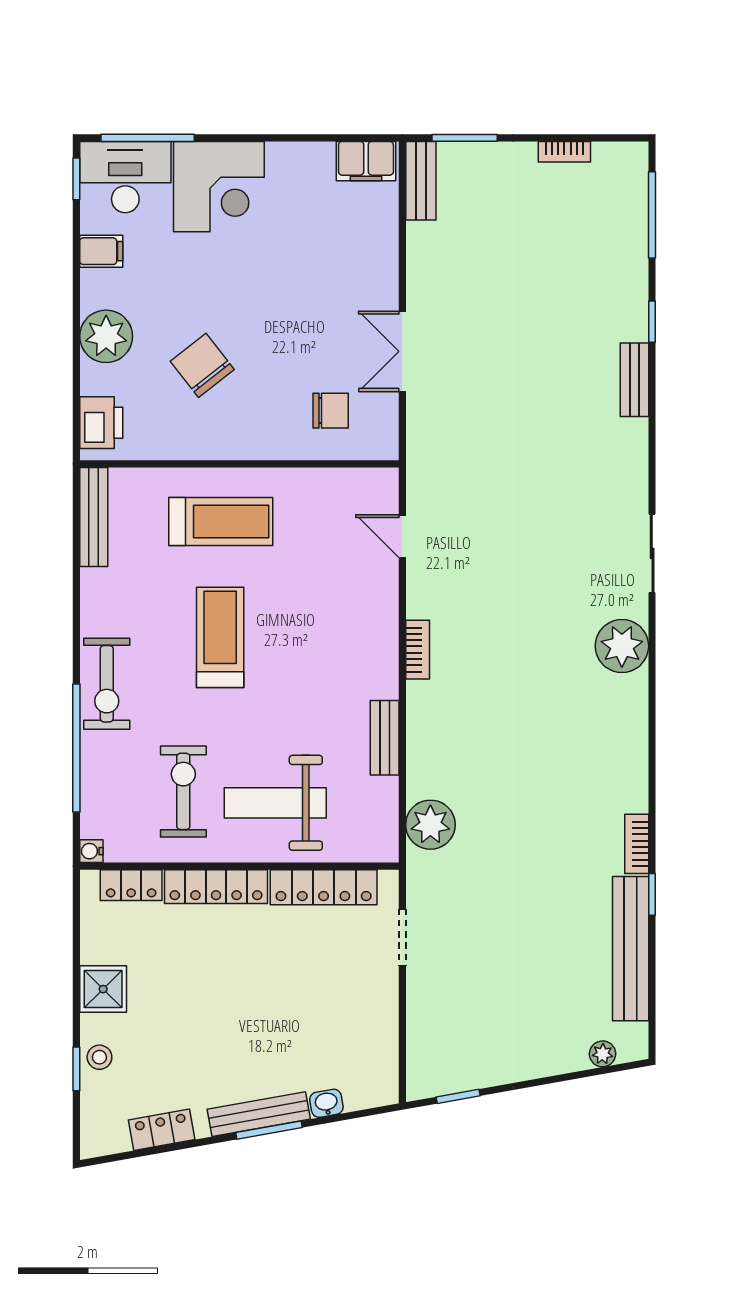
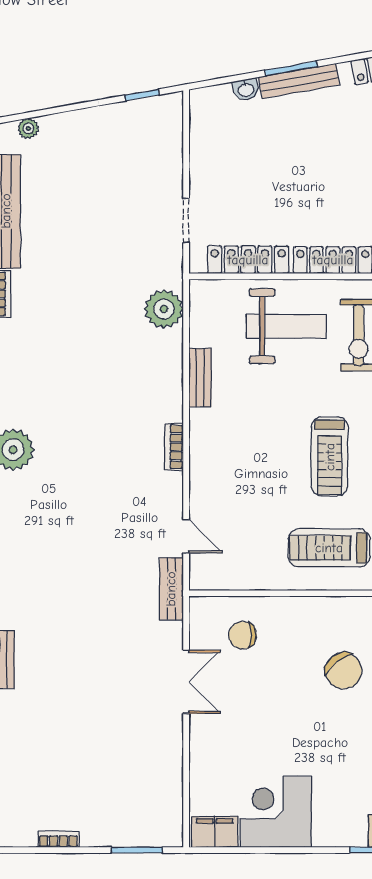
bench: (421, 181) -> (171, 589), moved
corner desk: (219, 187) -> (276, 812), moved

